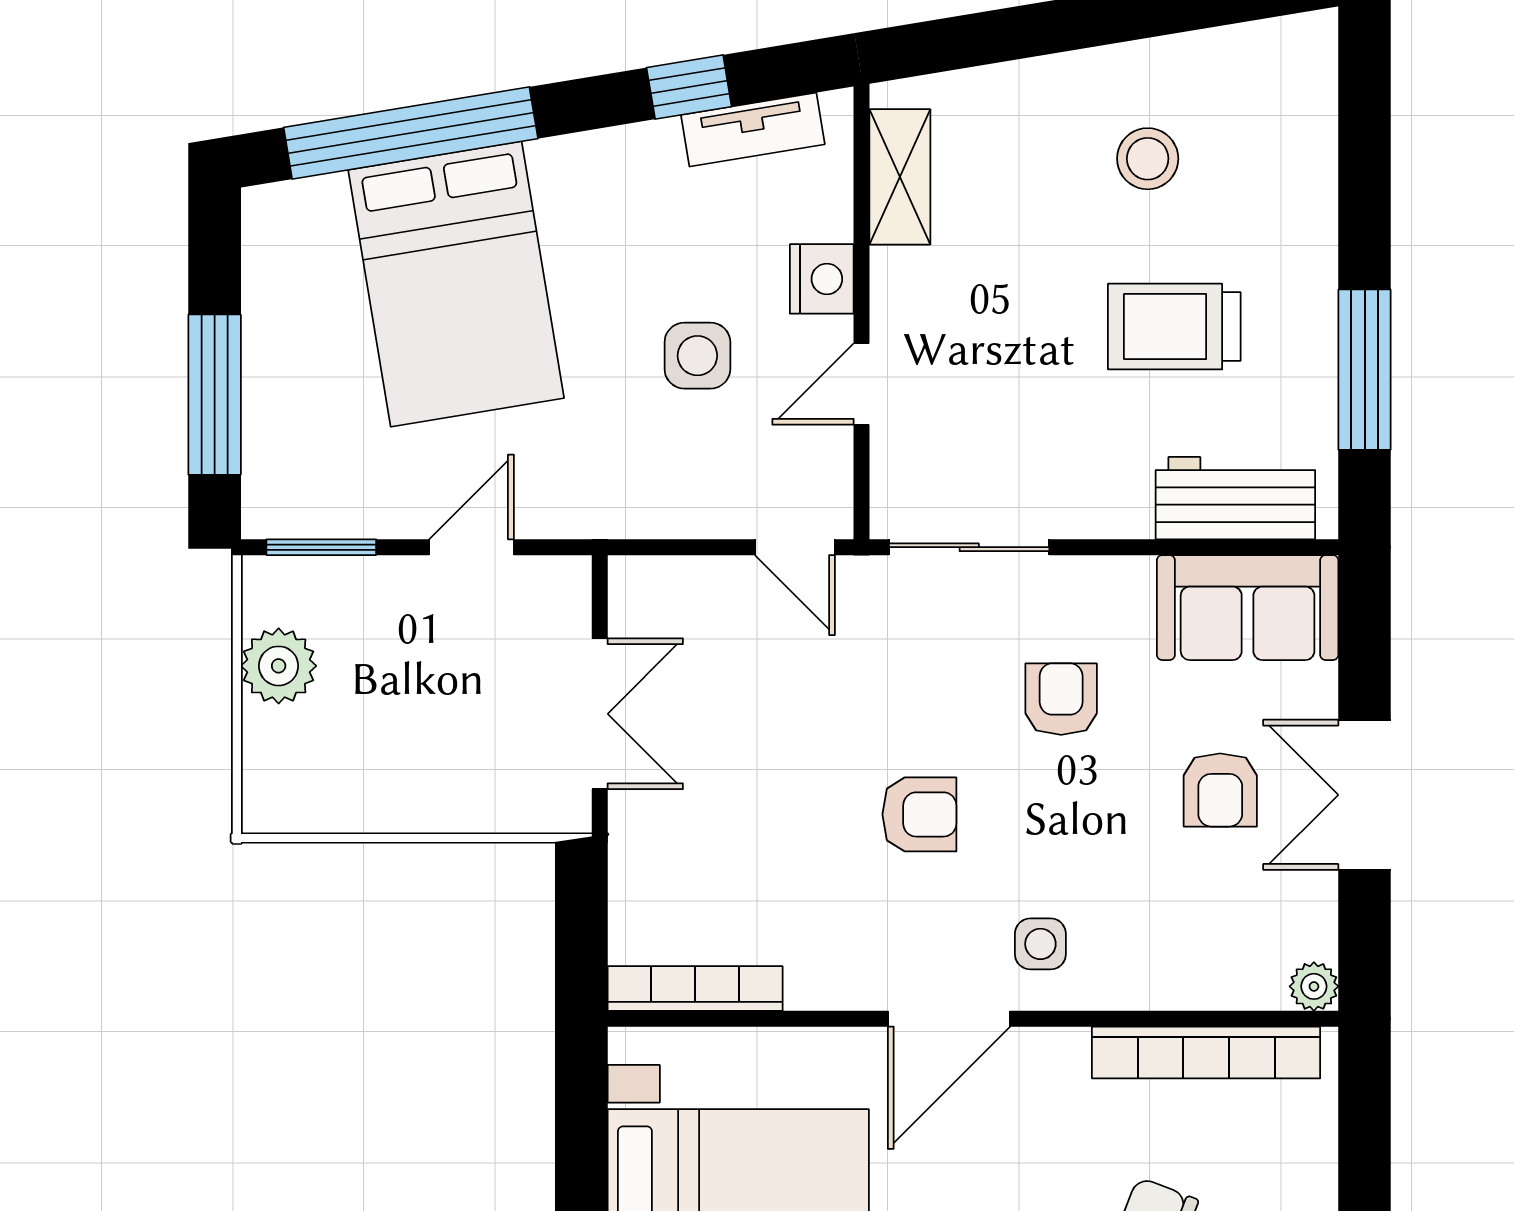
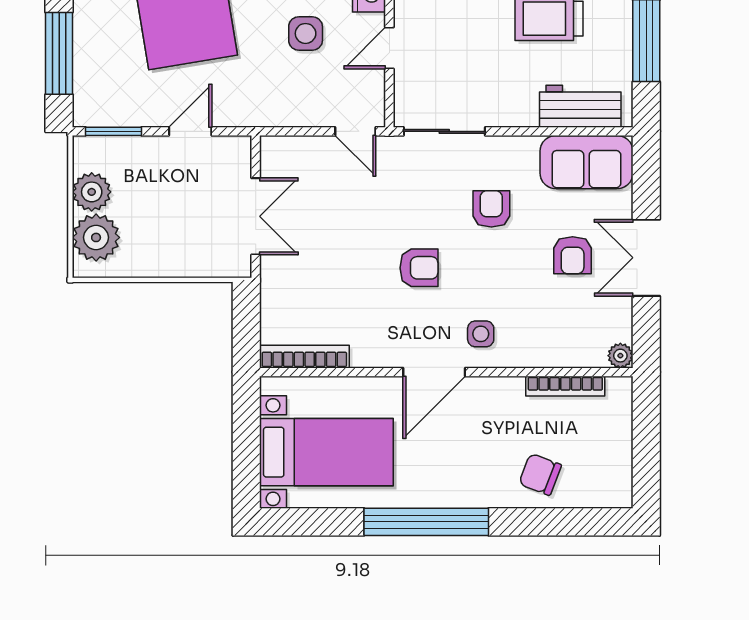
plant: (287, 755) -> (96, 237), added
bookcase: (1206, 1052) -> (565, 386), width x0.68, depth x0.76

